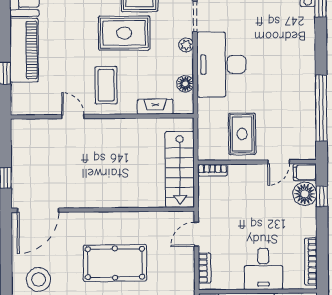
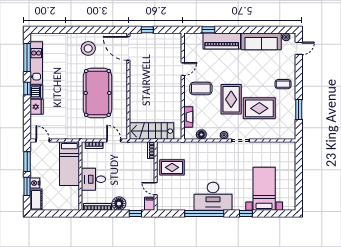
desk: (221, 64) -> (213, 196), moved, turned 180
window: (321, 108) -> (204, 214), moved
floor lamp: (305, 194) -> (119, 204), moved
pool table: (115, 263) -> (97, 93), width x1.36, depth x1.32

